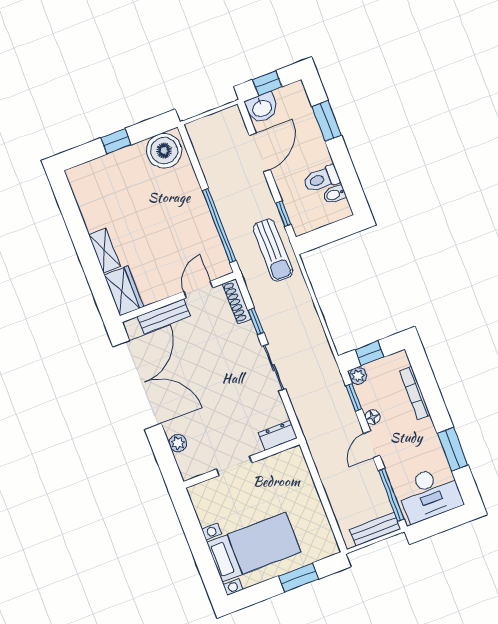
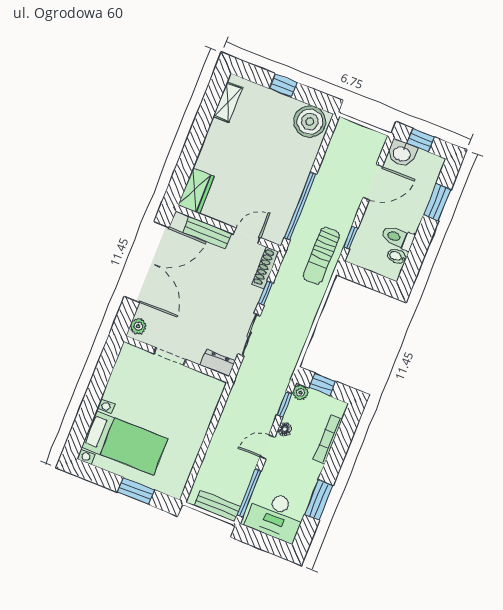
shelving: (105, 251) -> (228, 102), moved
dresser: (278, 435) -> (218, 363), moved
wall: (241, 463) -> (176, 359), moved
doorway: (234, 466) -> (170, 356), moved

